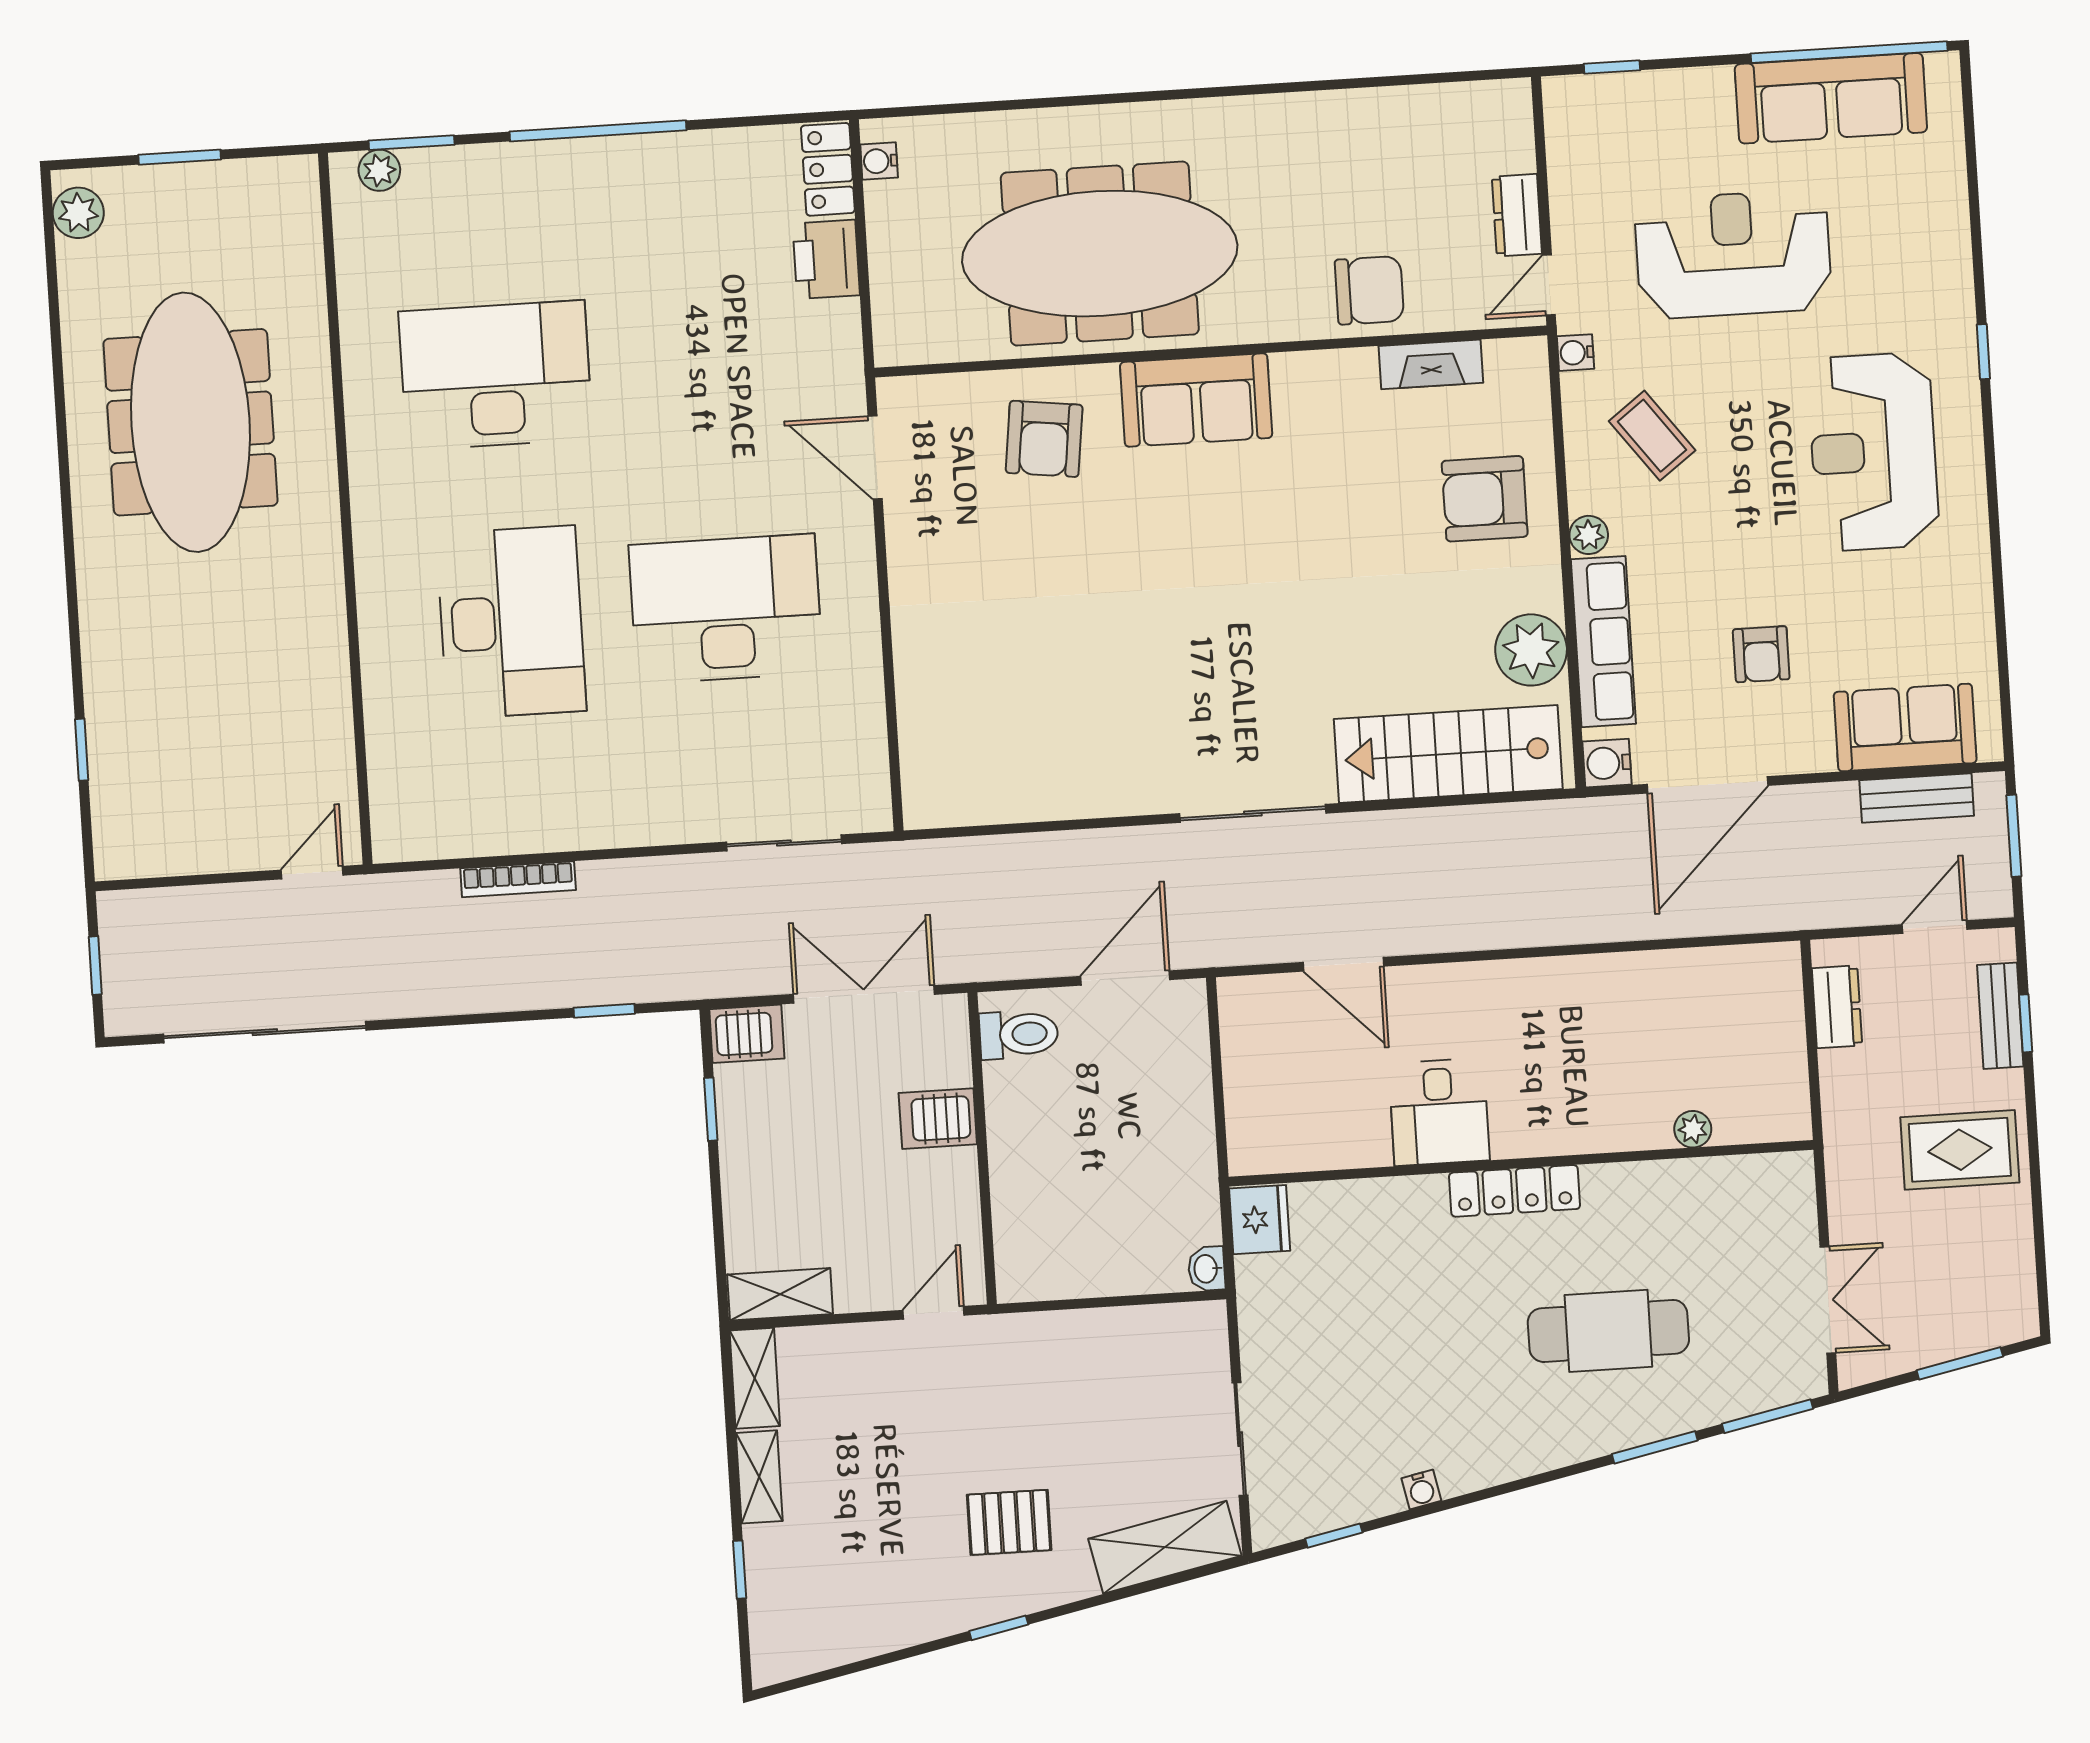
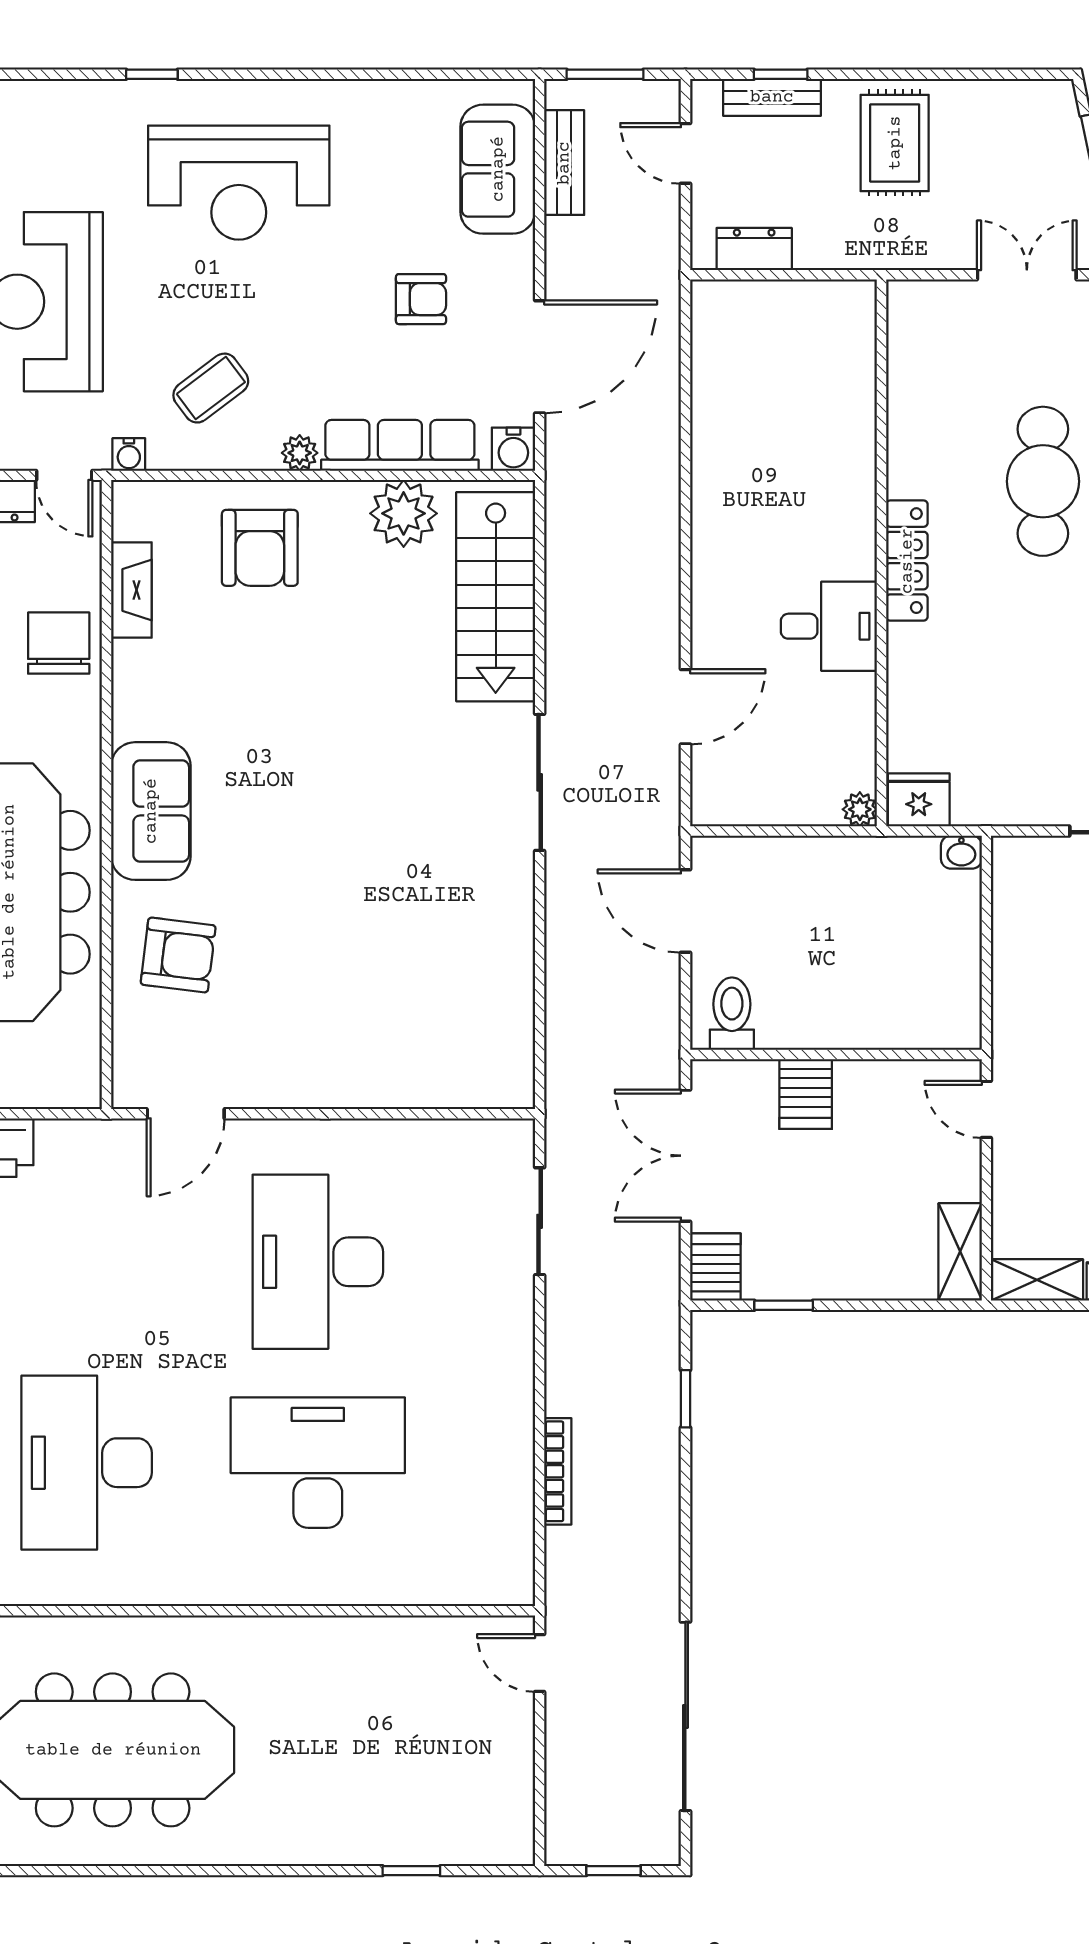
door: (1707, 785) -> (540, 357), hinge flipped
plant: (1693, 1129) -> (860, 809), moved

